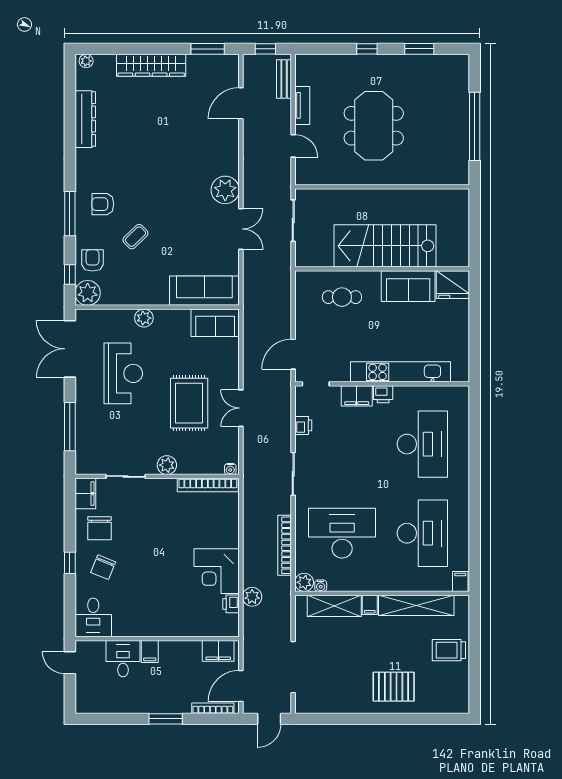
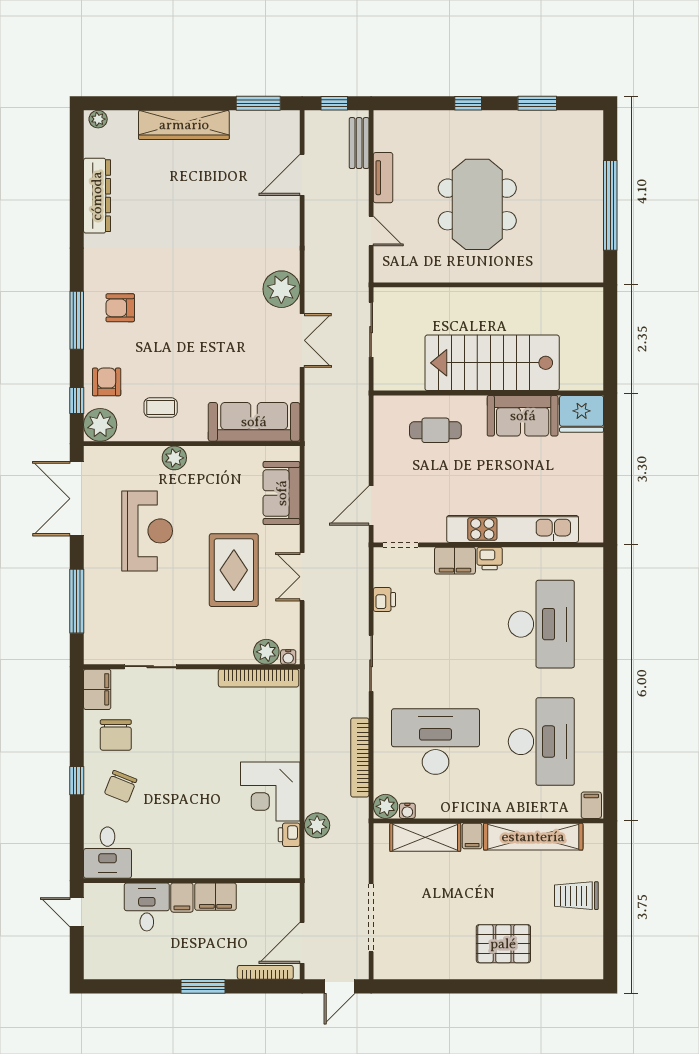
coffee table: (135, 237) -> (161, 407), moved, turned 44
sofa: (215, 323) -> (282, 493), moved, turned 90
plant: (167, 465) -> (266, 652), moved
filing cabinet: (218, 651) -> (215, 897), moved

